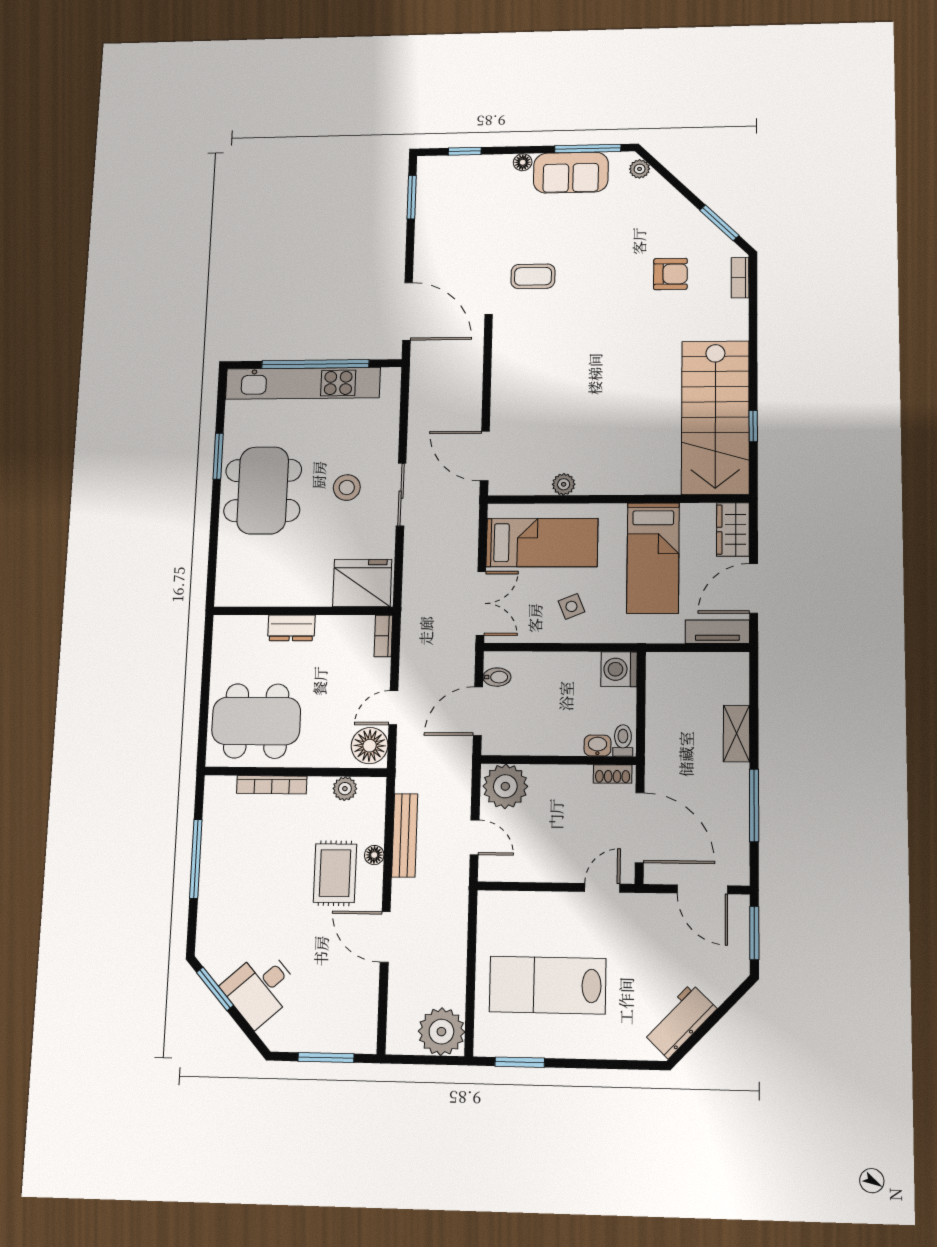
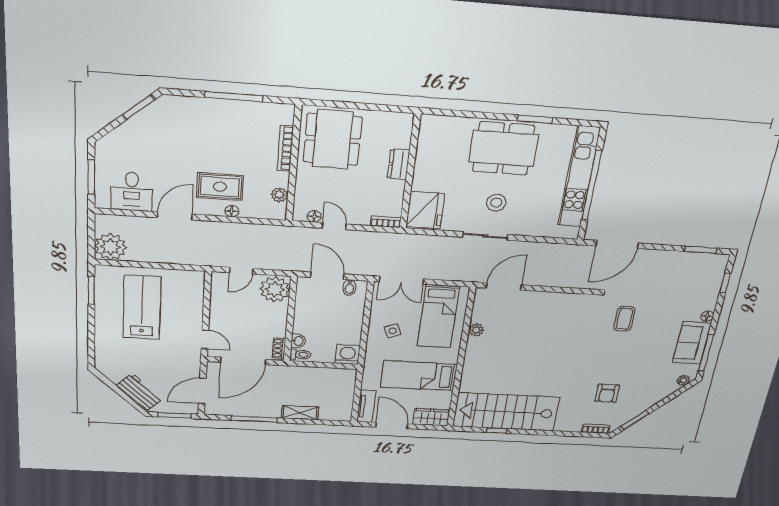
floor lamp: (370, 746) -> (314, 216), width x0.53, depth x0.53
bench: (405, 835) -> (245, 230), removed
desk: (261, 988) -> (132, 191), moved, turned -138
workbench: (680, 1021) -> (140, 392), moved

